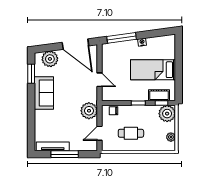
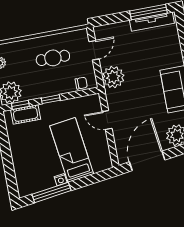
window: (122, 38) -> (51, 192), moved
door: (75, 44) -> (147, 161), hinge flipped
bed: (153, 70) -> (72, 150), moved, turned -98
window: (65, 154) -> (148, 12), moved

